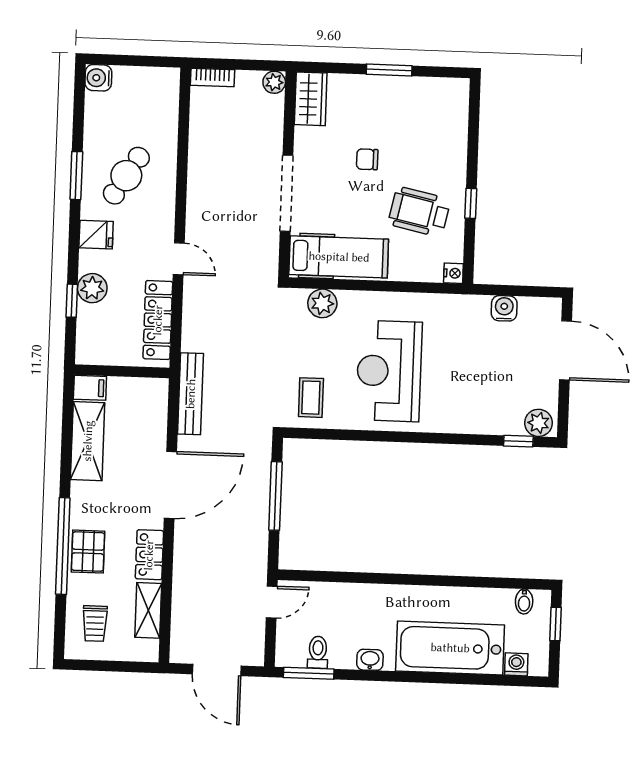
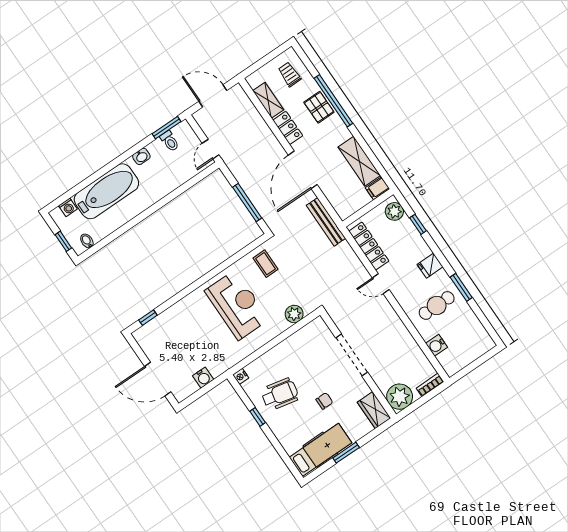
water cooler: (98, 78) -> (437, 345), moved, turned 180
plant: (274, 82) -> (400, 397), width x1.88, depth x1.88
cafe table: (126, 176) -> (437, 305), turned 58
hospital bed: (339, 257) -> (320, 450), moved, turned 180
plant: (92, 288) -> (394, 211), moved
plant: (538, 423) -> (145, 334), removed

